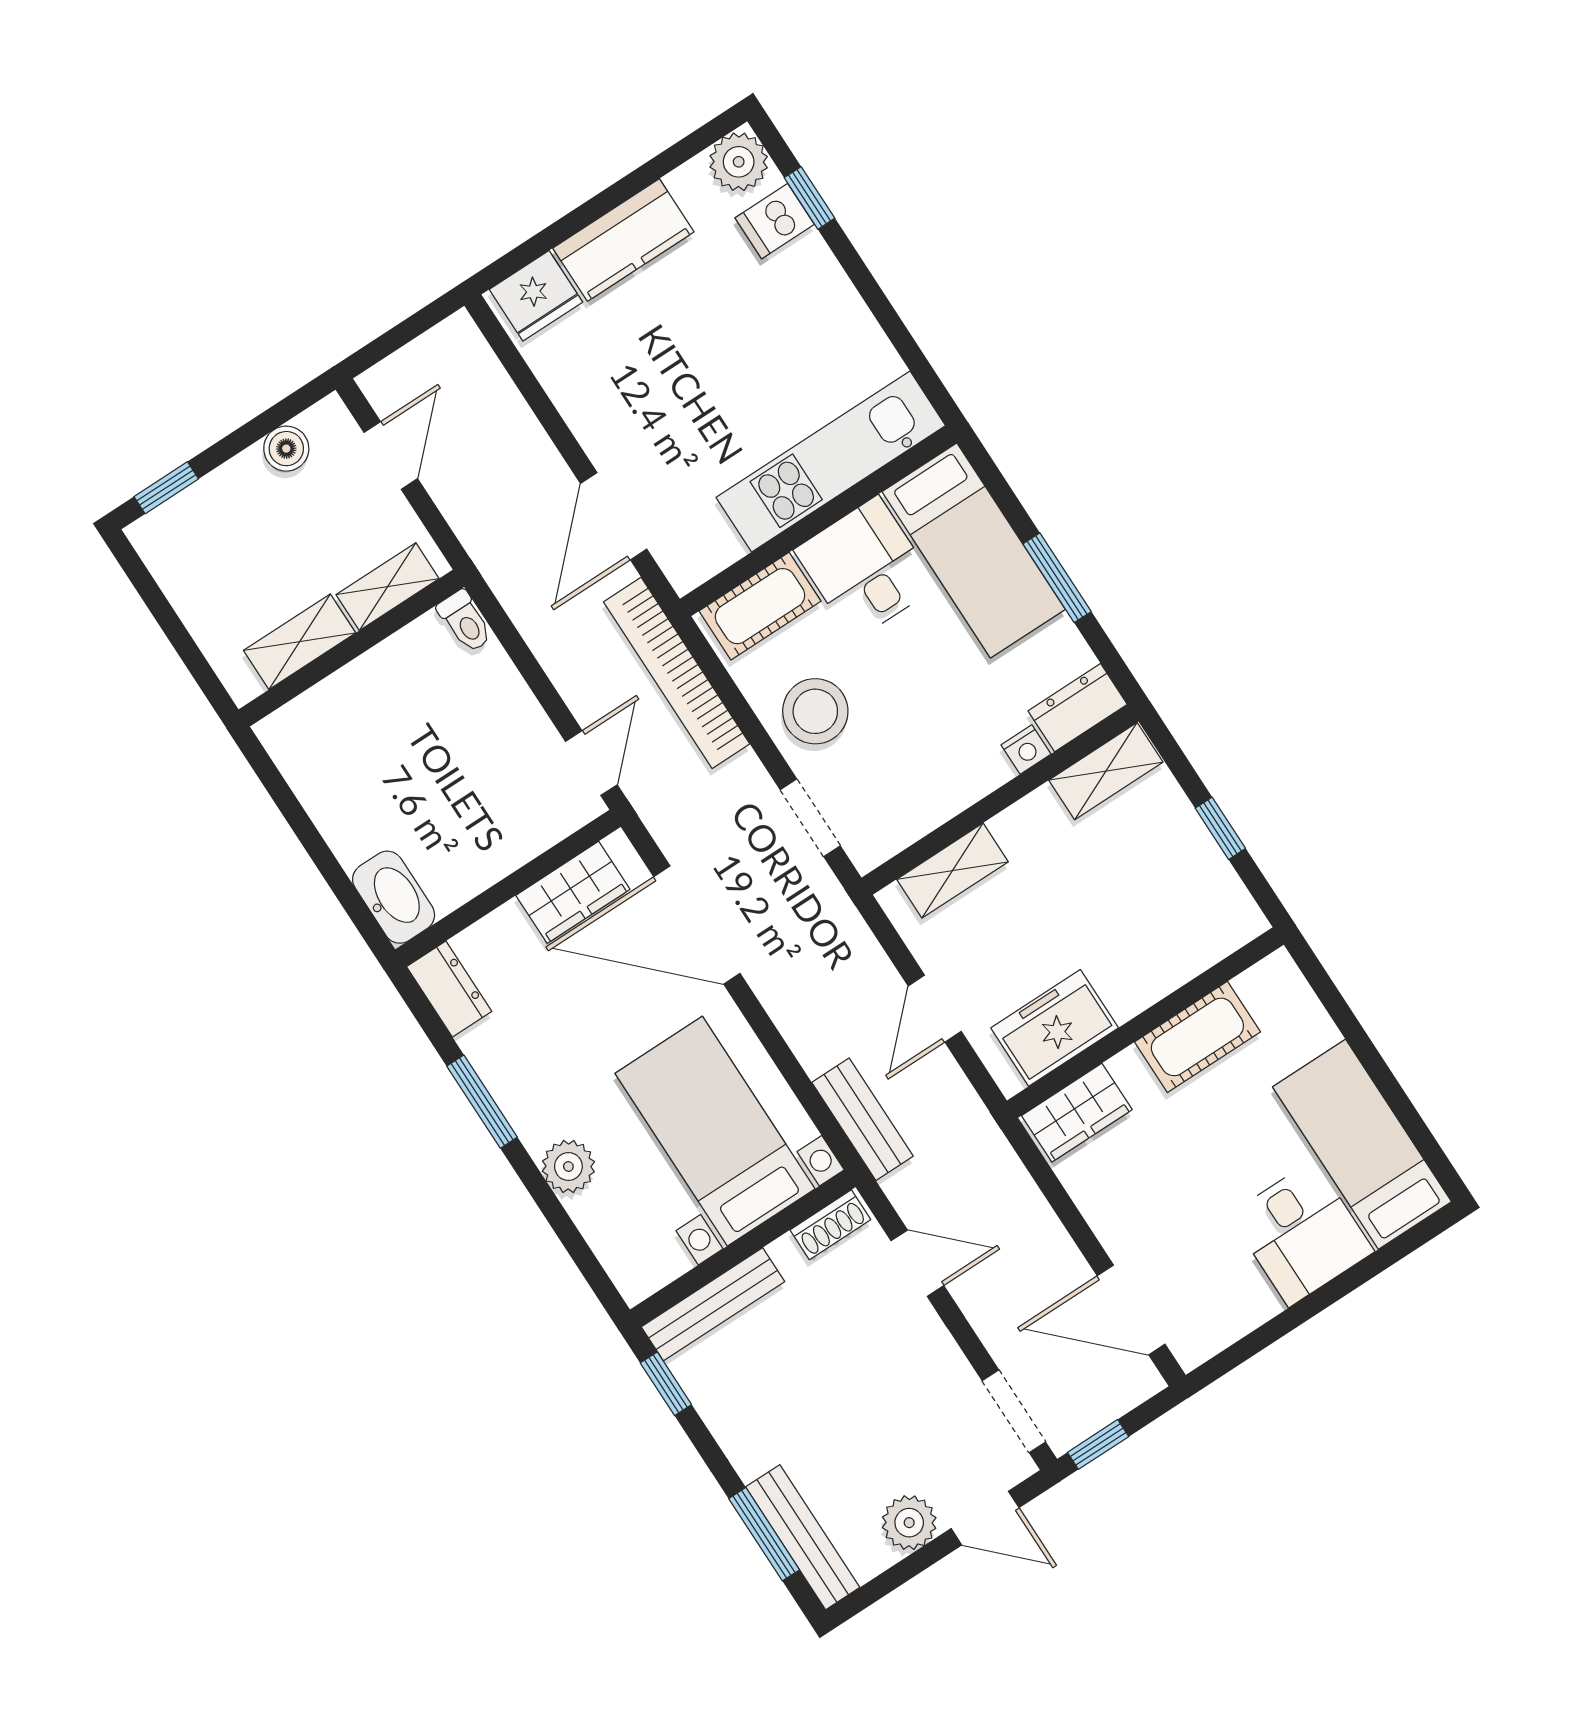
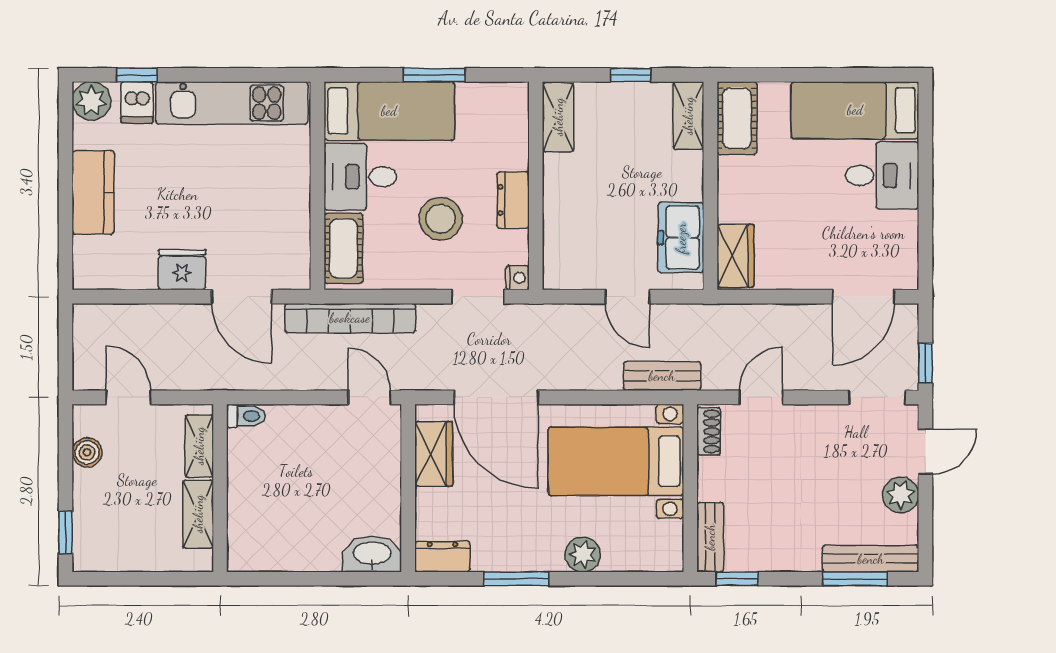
fridge: (536, 296) -> (182, 270), moved, turned -90
kitchen unit: (831, 462) -> (232, 103), moved, turned -90
dresser: (1078, 708) -> (513, 200), moved
stool: (815, 711) -> (441, 219), moved
nightstand: (1026, 749) -> (518, 278), moved
shelving: (952, 871) -> (688, 116), moved
door: (697, 925) -> (496, 397), hinge flipped
cot: (1197, 1037) -> (737, 118), moved
bench: (713, 1304) -> (710, 537), width x0.73

